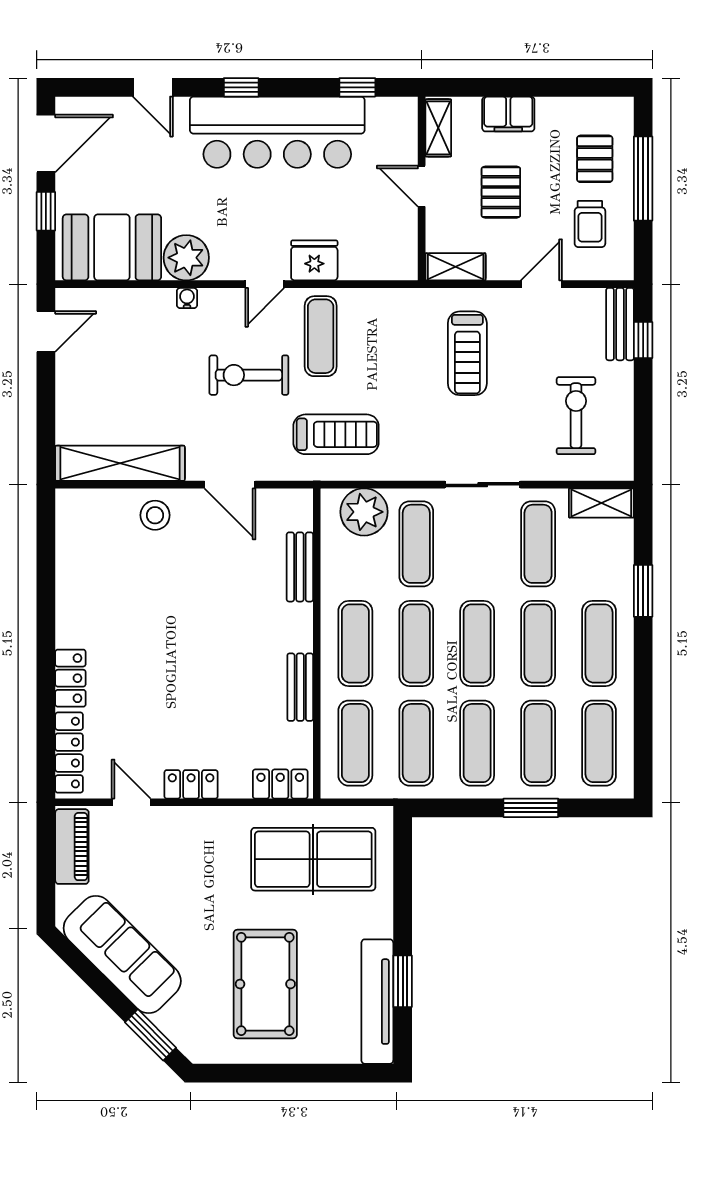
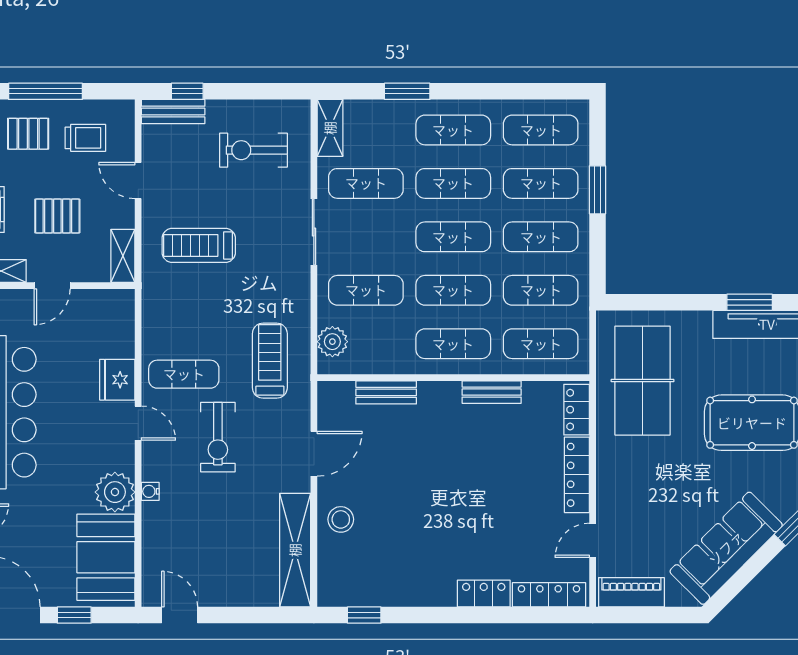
treadmill: (467, 353) -> (199, 245), turned 180
plant: (364, 512) -> (332, 342), width x0.73, depth x0.73
window: (46, 542) -> (364, 615), added
locker: (191, 784) -> (577, 475), width x1.53

